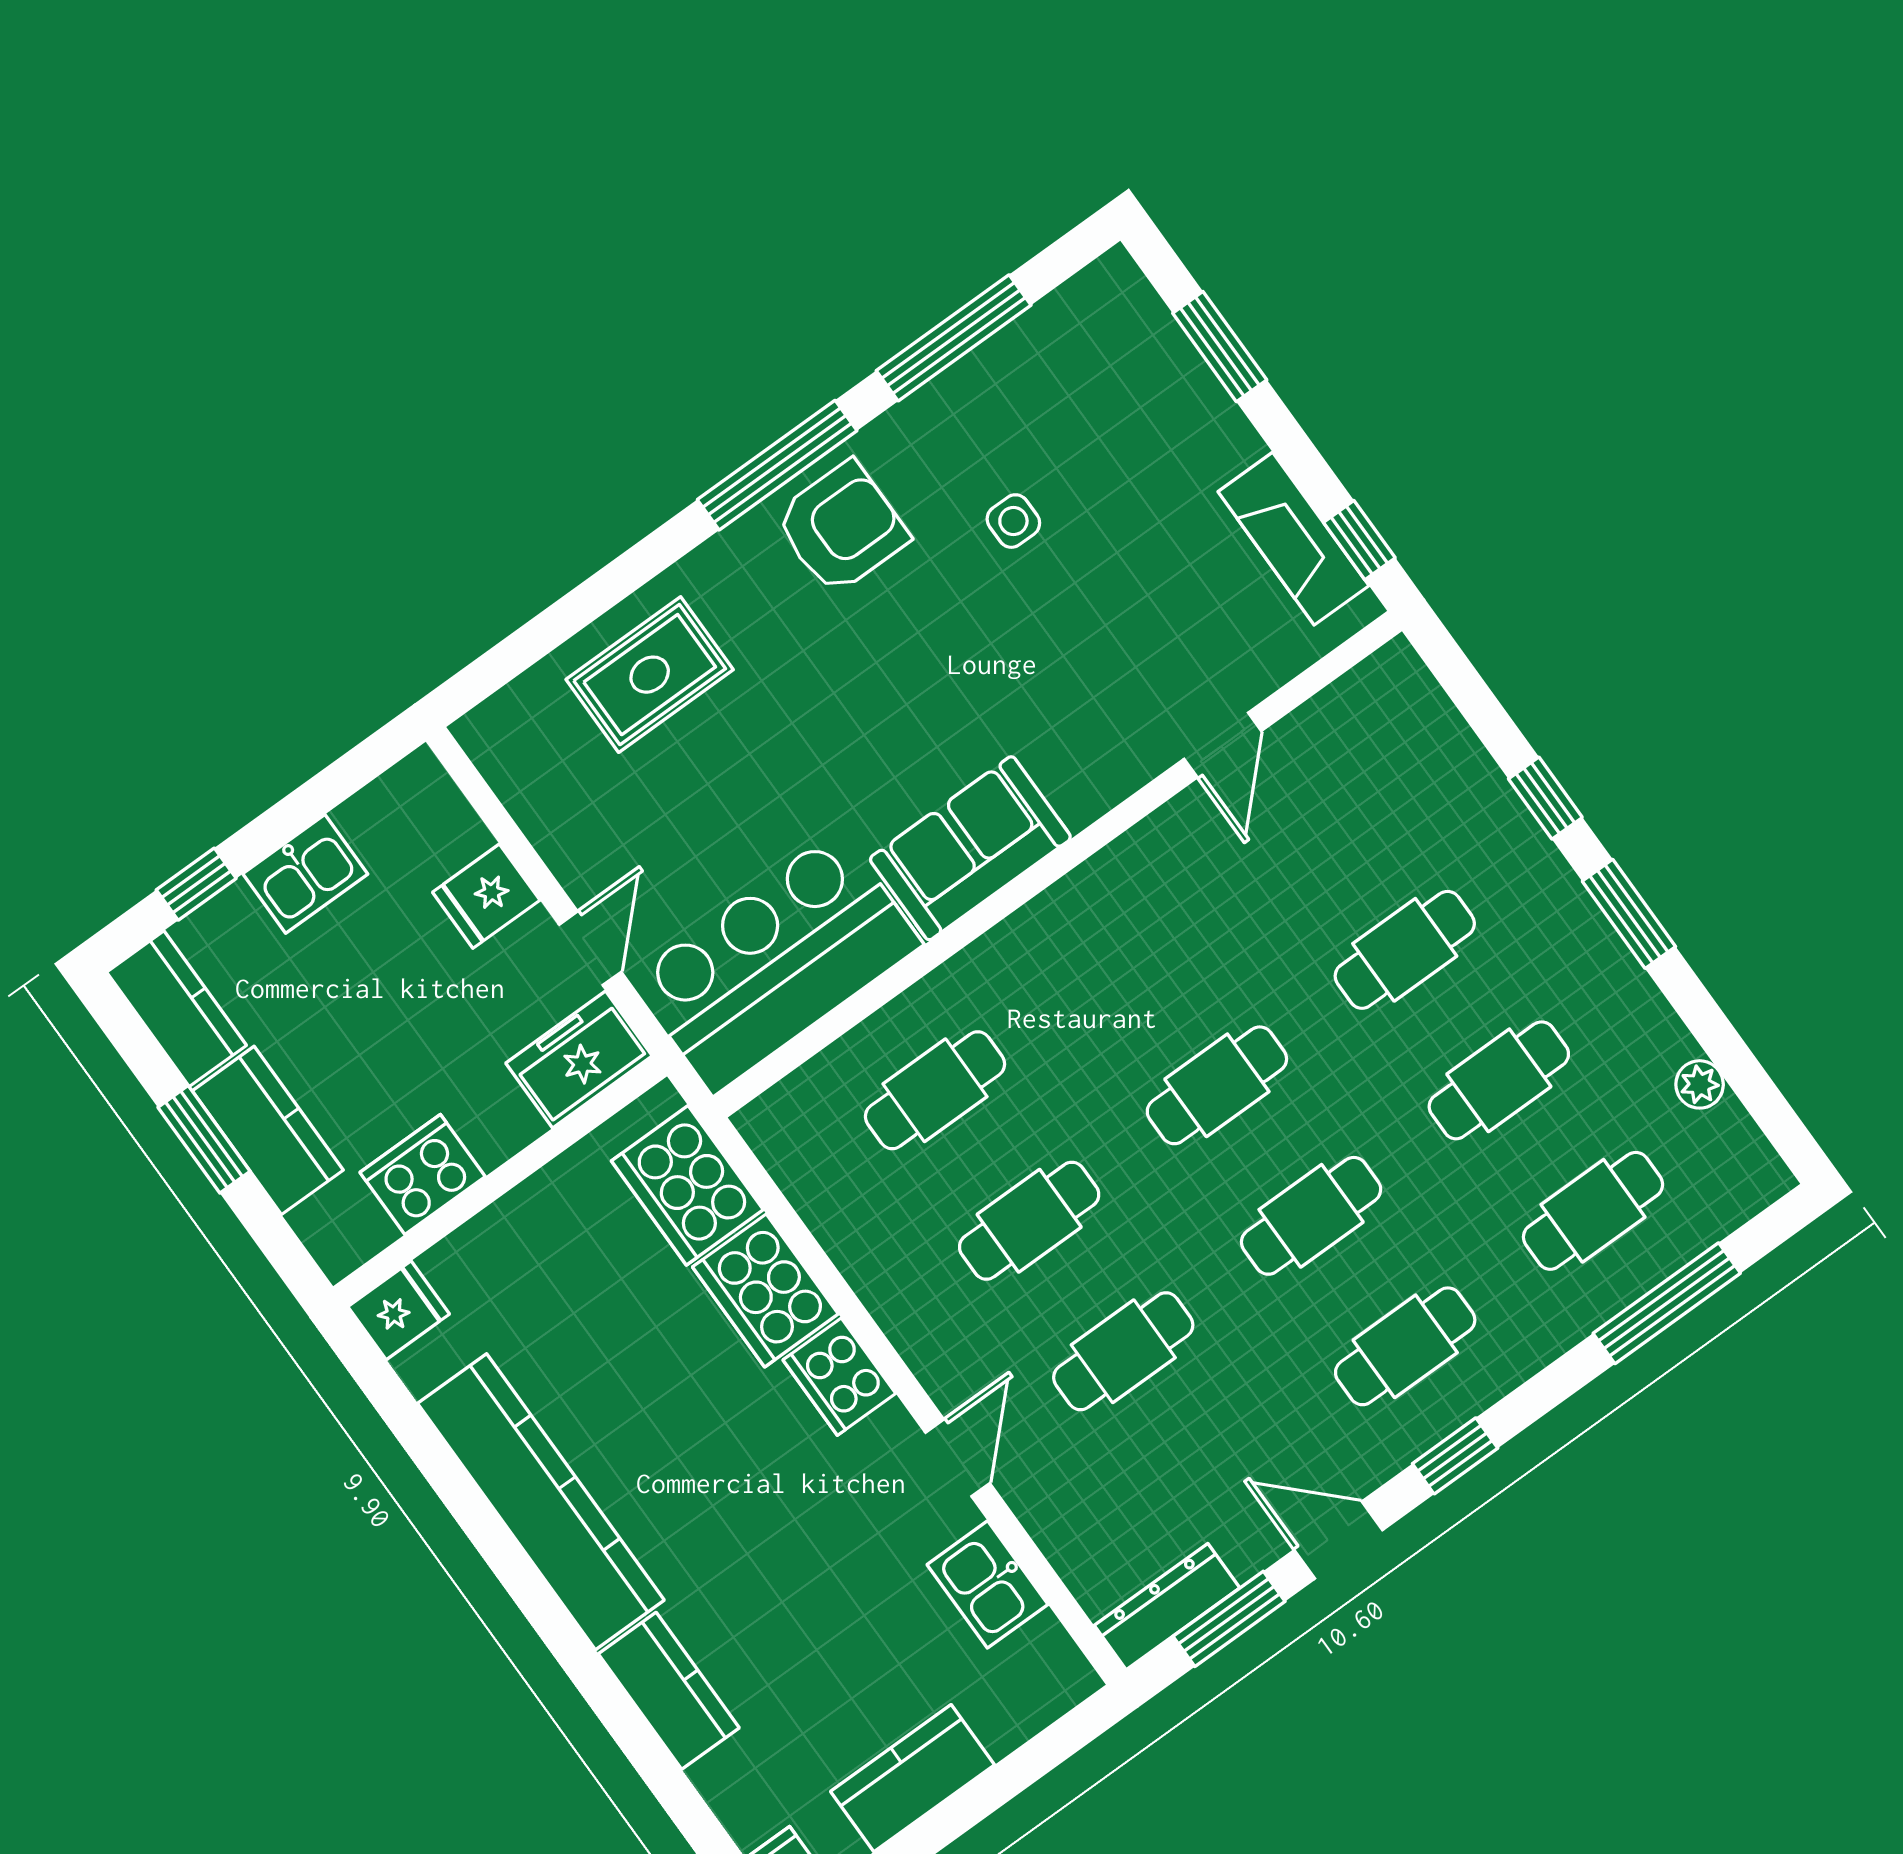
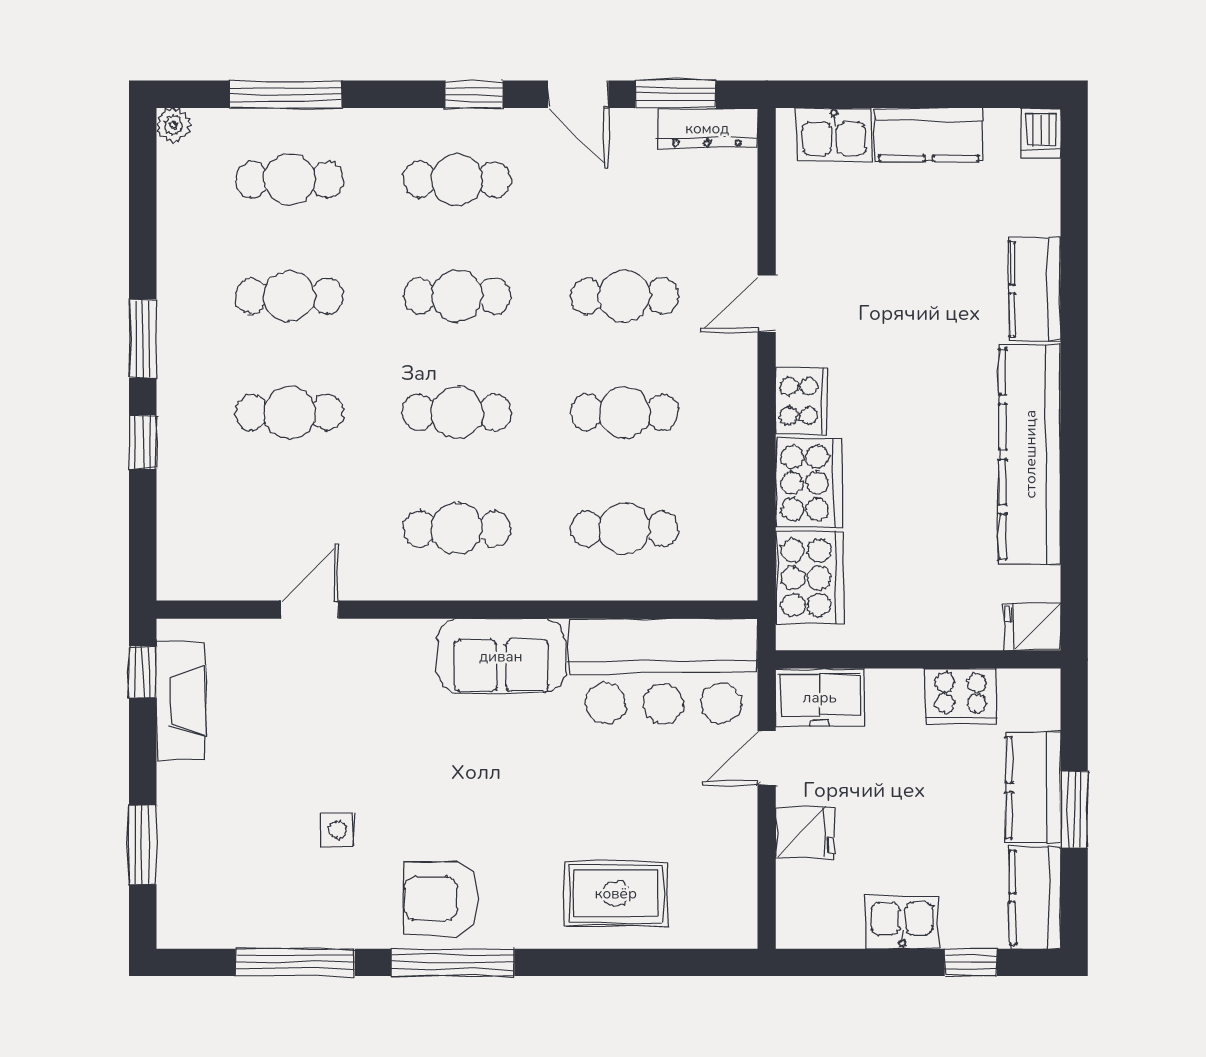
cafe table: (1123, 955) -> (457, 529), added
plant: (1700, 1084) -> (173, 125), moved
kitchen sink: (988, 1584) -> (834, 135), moved, turned 90

